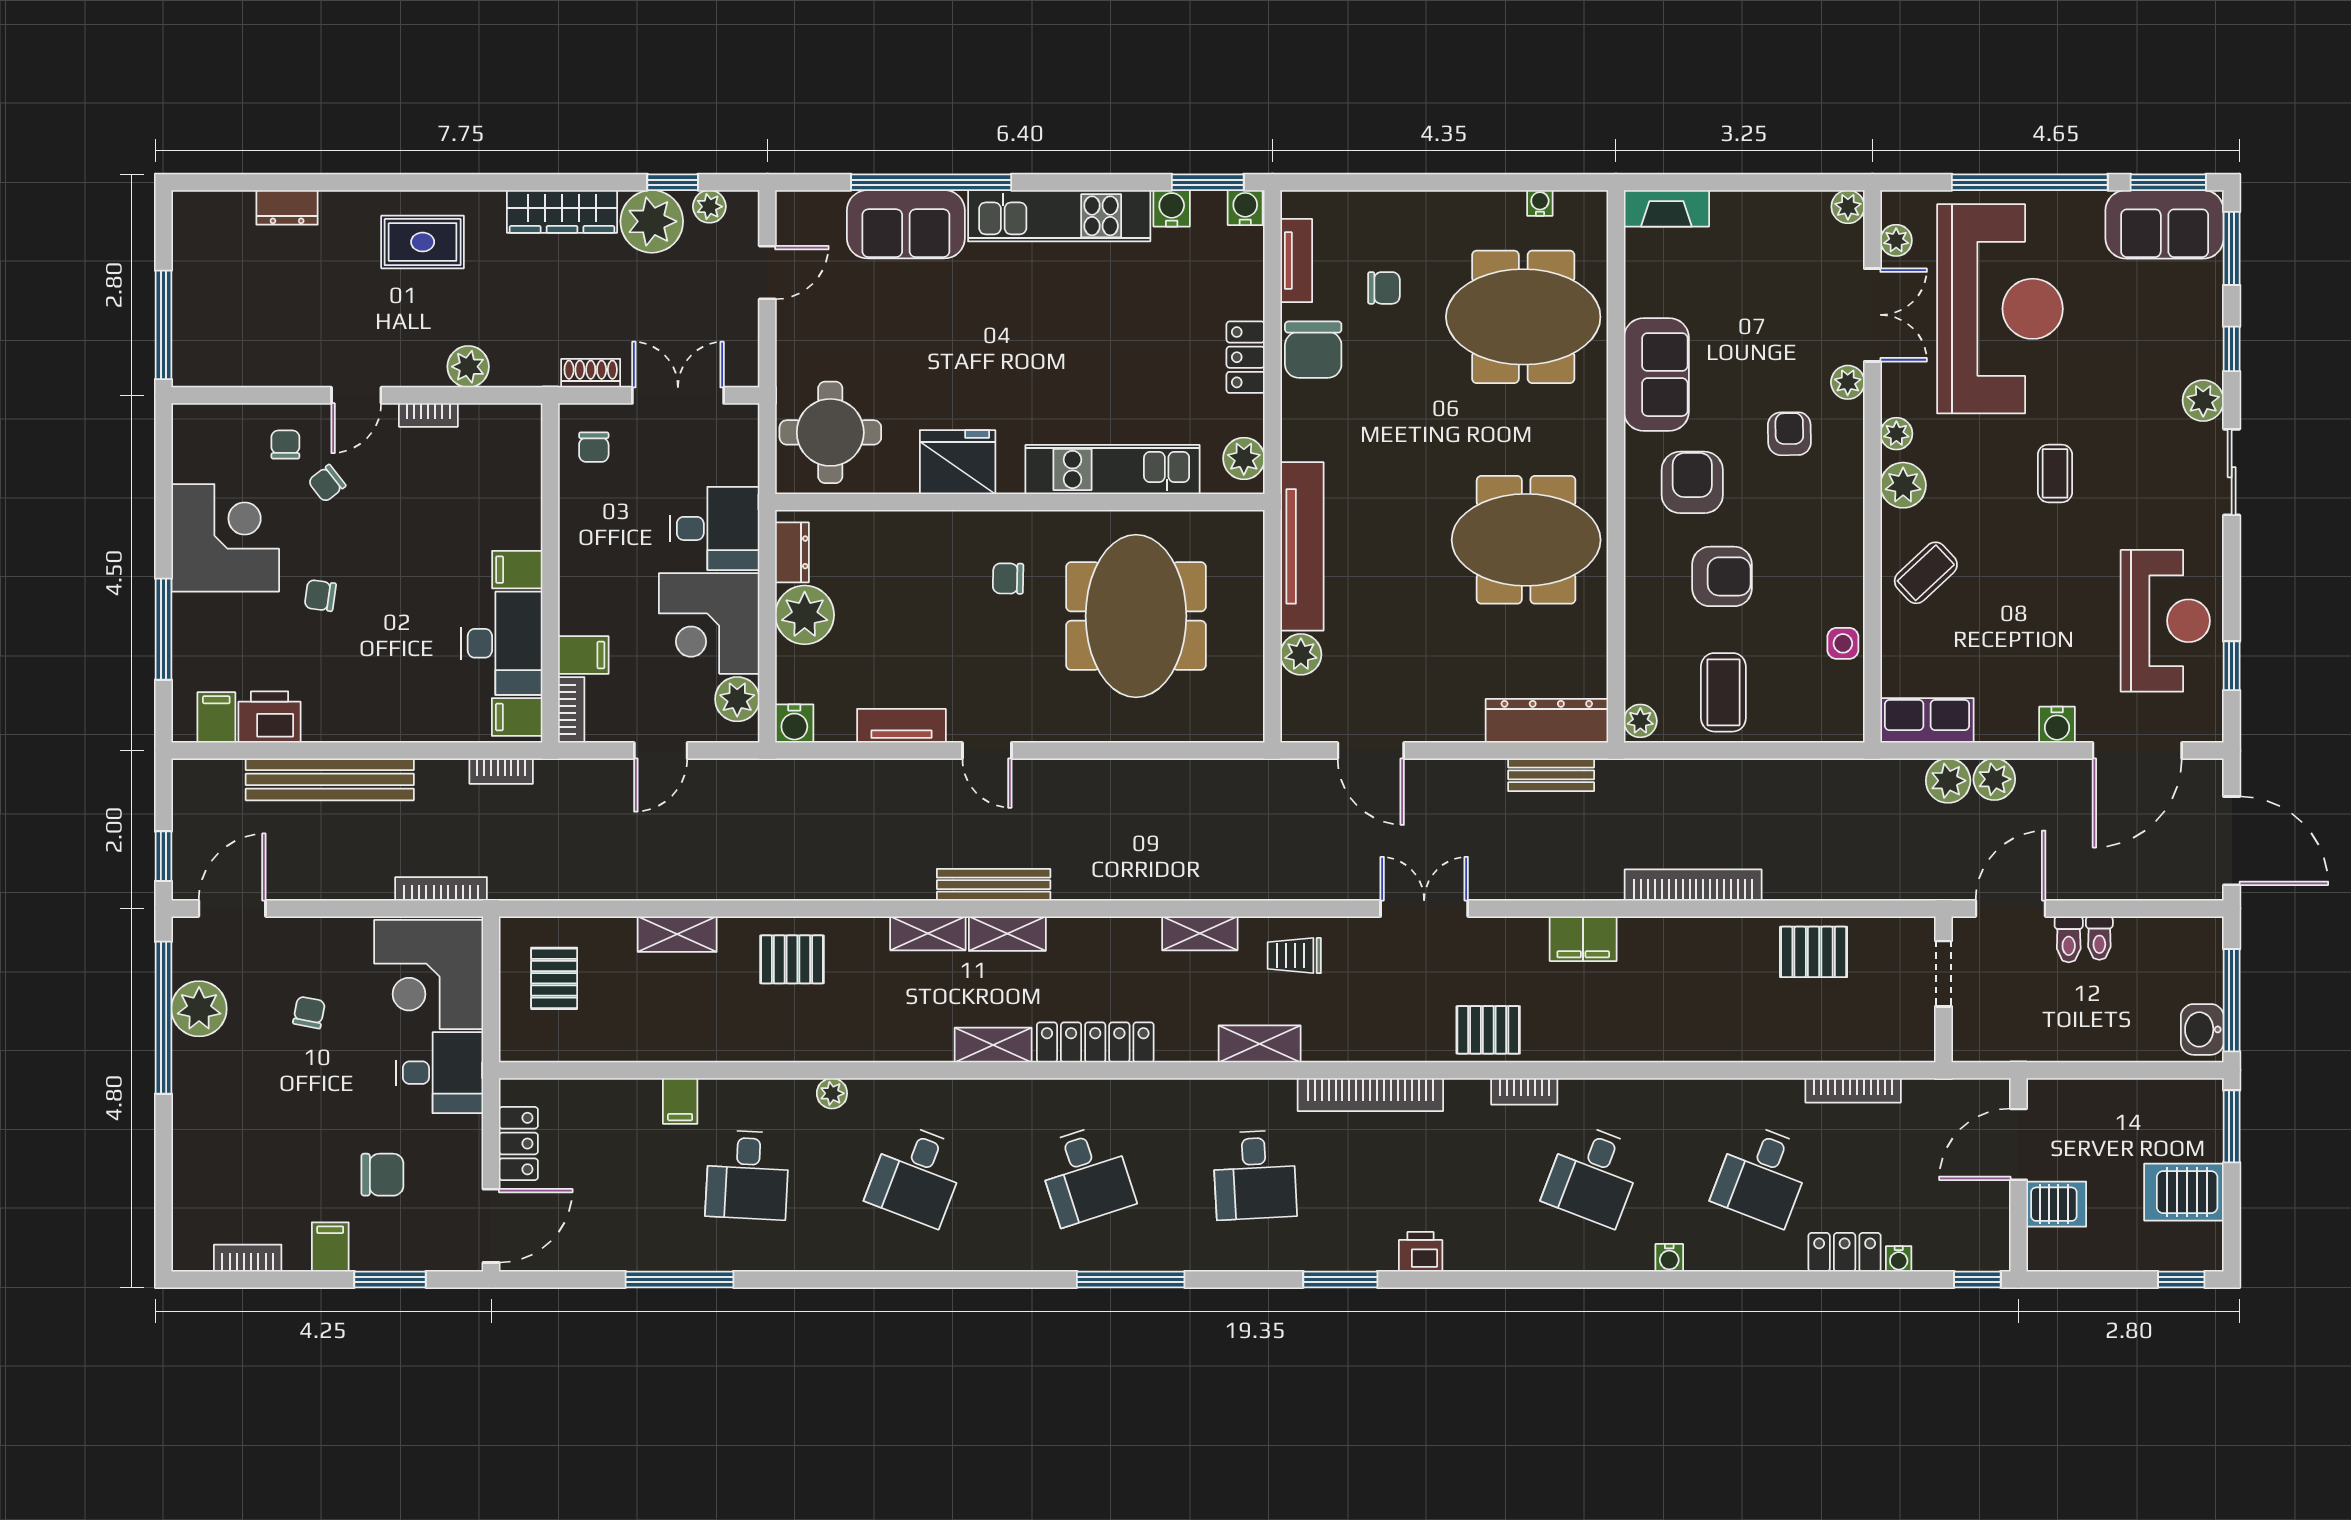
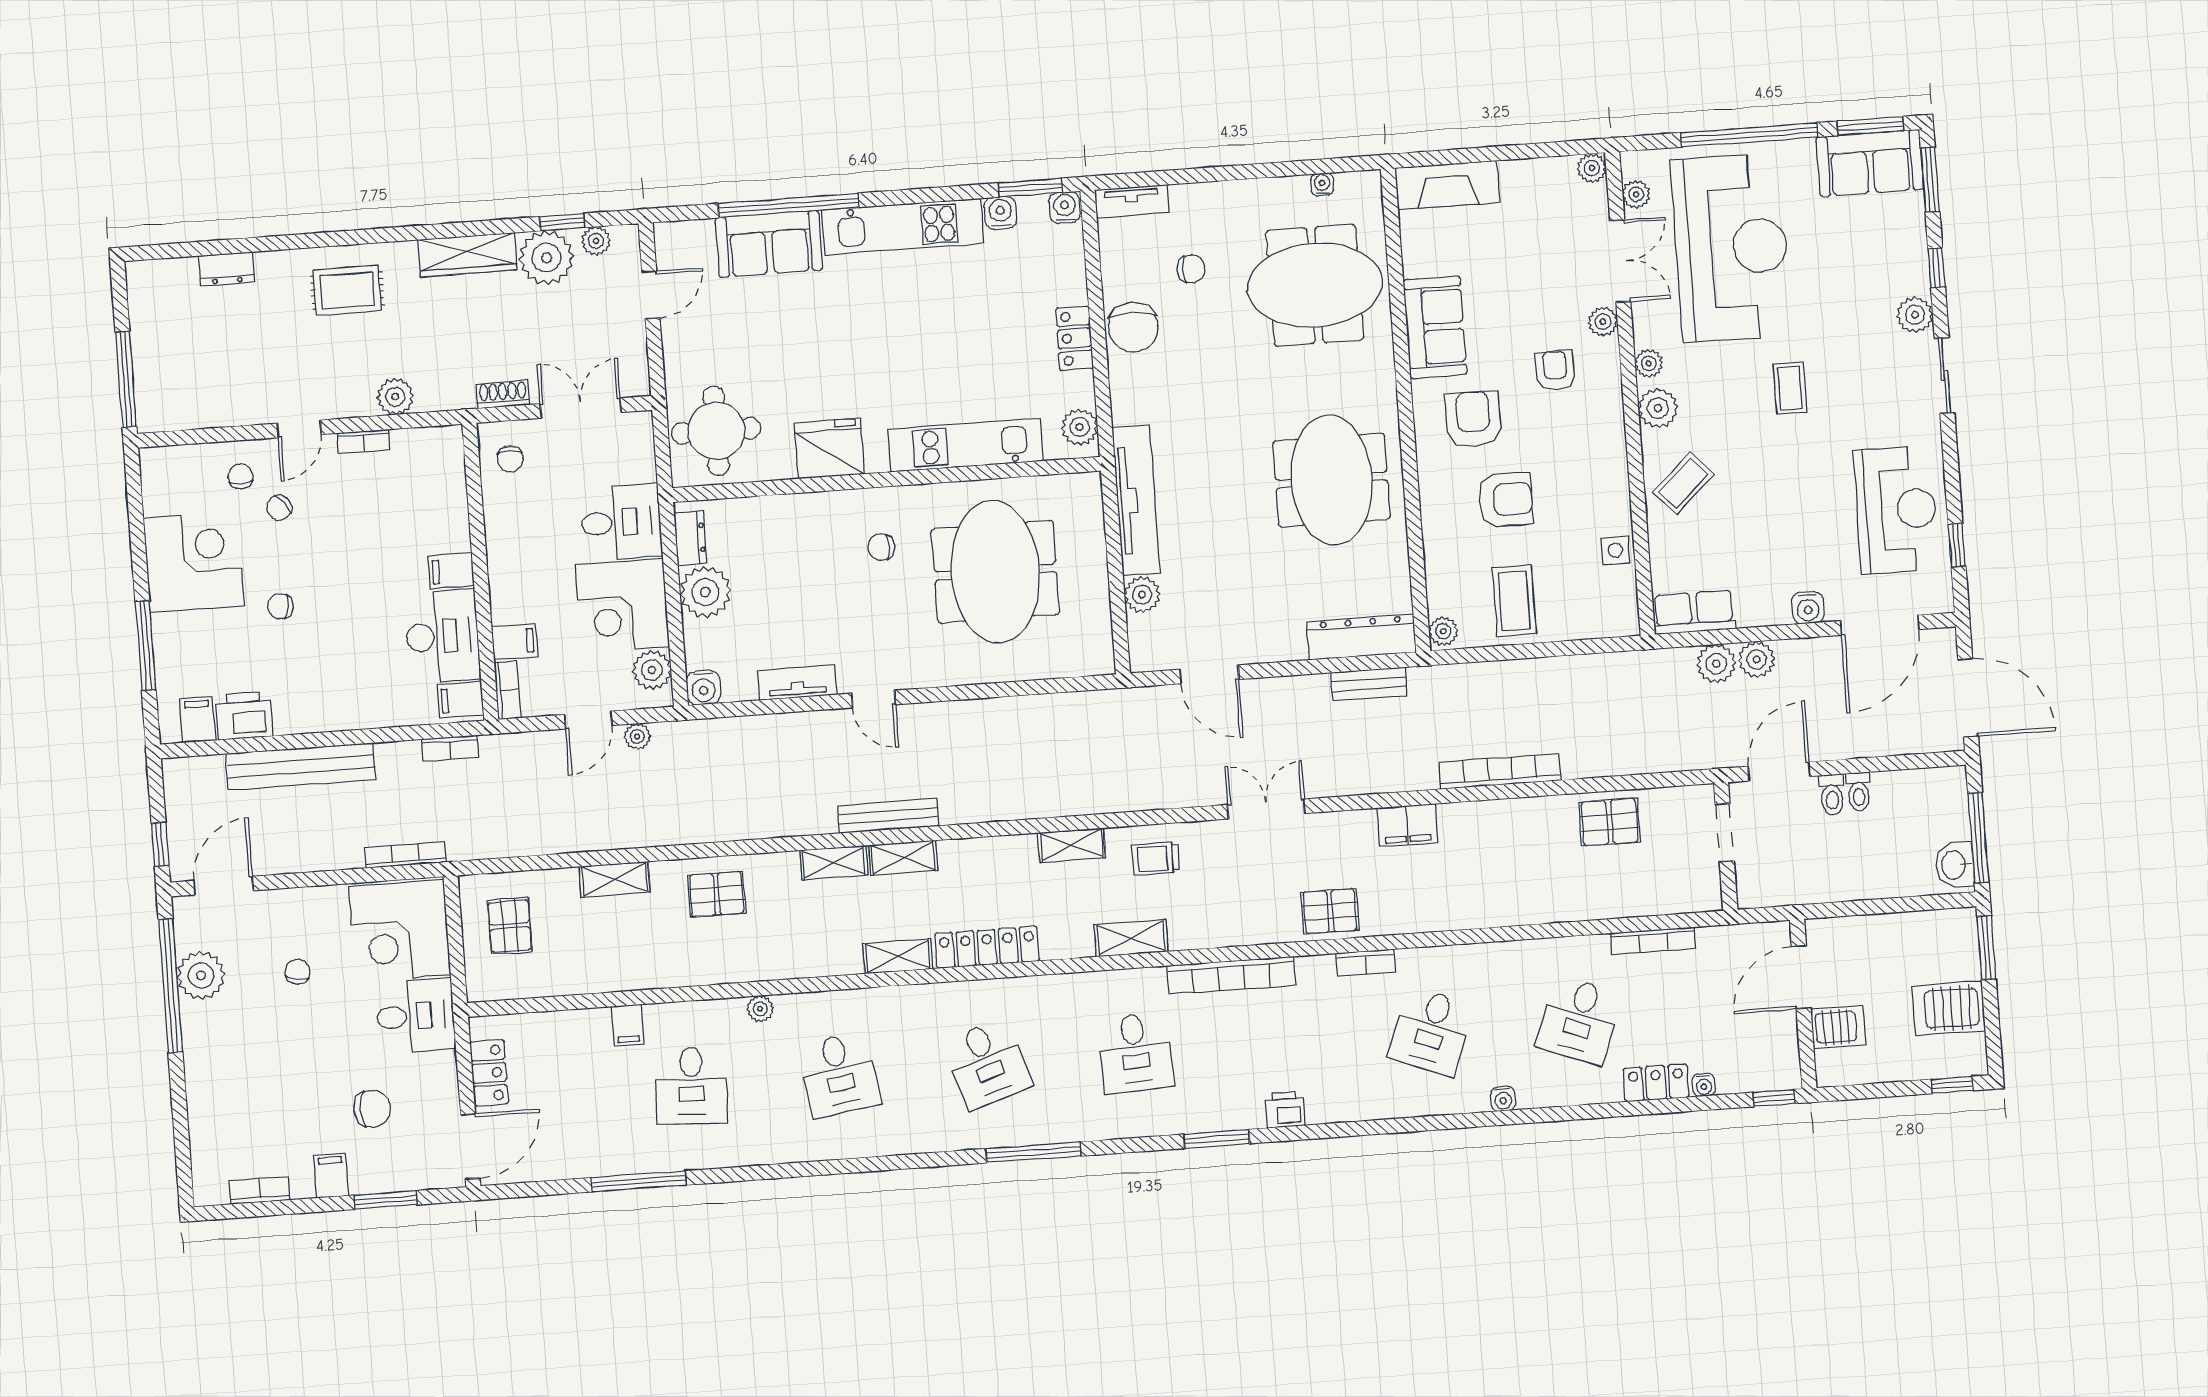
fireplace: (1666, 208) -> (1447, 185), width x1.37, depth x1.32
tv unit: (1296, 261) -> (1132, 201), moved, turned 90
meeting table: (1526, 540) -> (1332, 480), turned 90
plant: (715, 774) -> (637, 737), added
desk: (916, 1175) -> (839, 1075), turned -30

